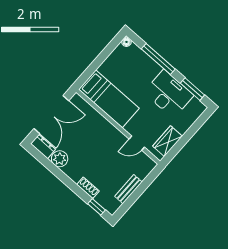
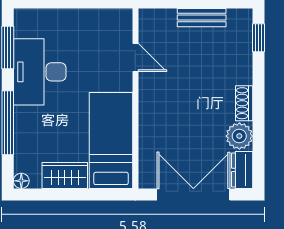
wardrobe: (168, 141) -> (65, 175), moved, turned 180
shoe rack: (88, 188) -> (244, 103), moved

